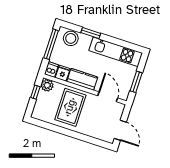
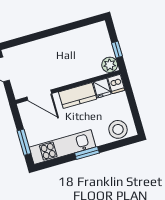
window: (91, 33) -> (87, 153), moved
window: (51, 44) -> (134, 110), removed
window: (136, 82) -> (24, 142), moved
rug: (70, 107) -> (70, 58), removed

